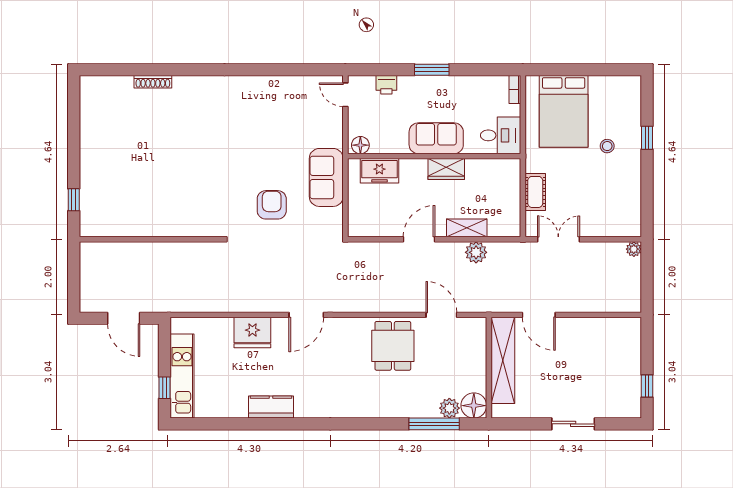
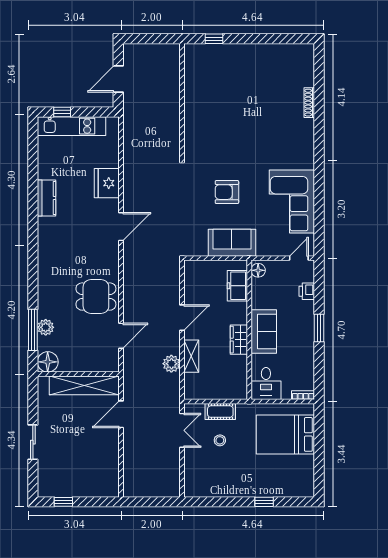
corner sofa: (275, 103) -> (292, 202), added
stool: (607, 146) -> (220, 440), moved
armchair: (272, 205) -> (227, 192), moved, turned 180
door: (419, 239) -> (182, 318), hinge flipped
plant: (634, 249) -> (174, 491), removed
door: (306, 315) -> (121, 227), swing flipped
plant: (449, 408) -> (46, 327), moved

